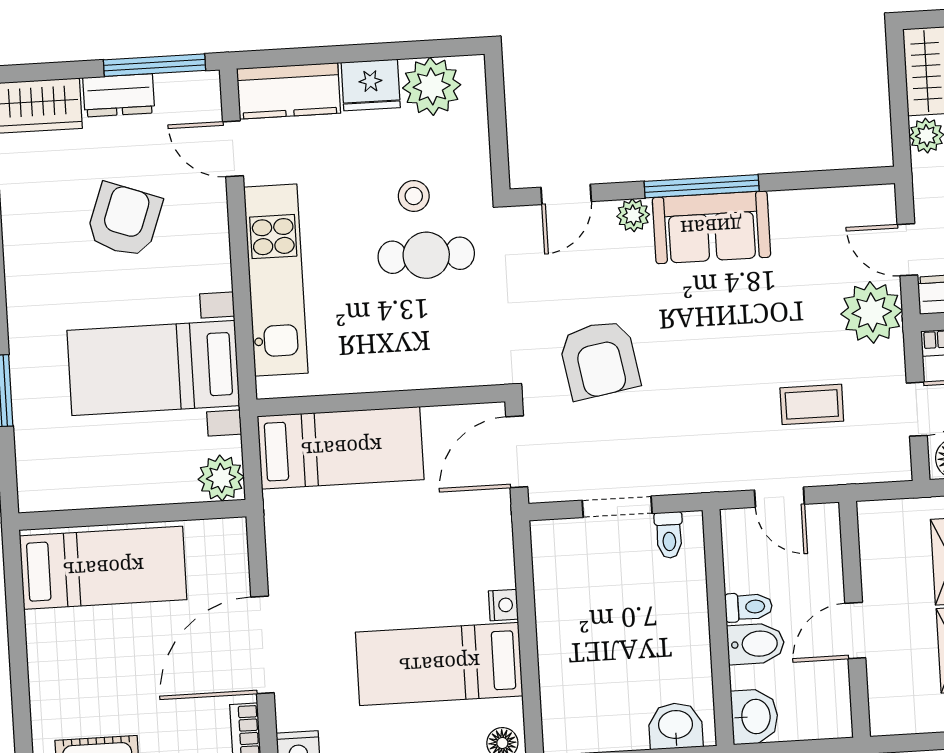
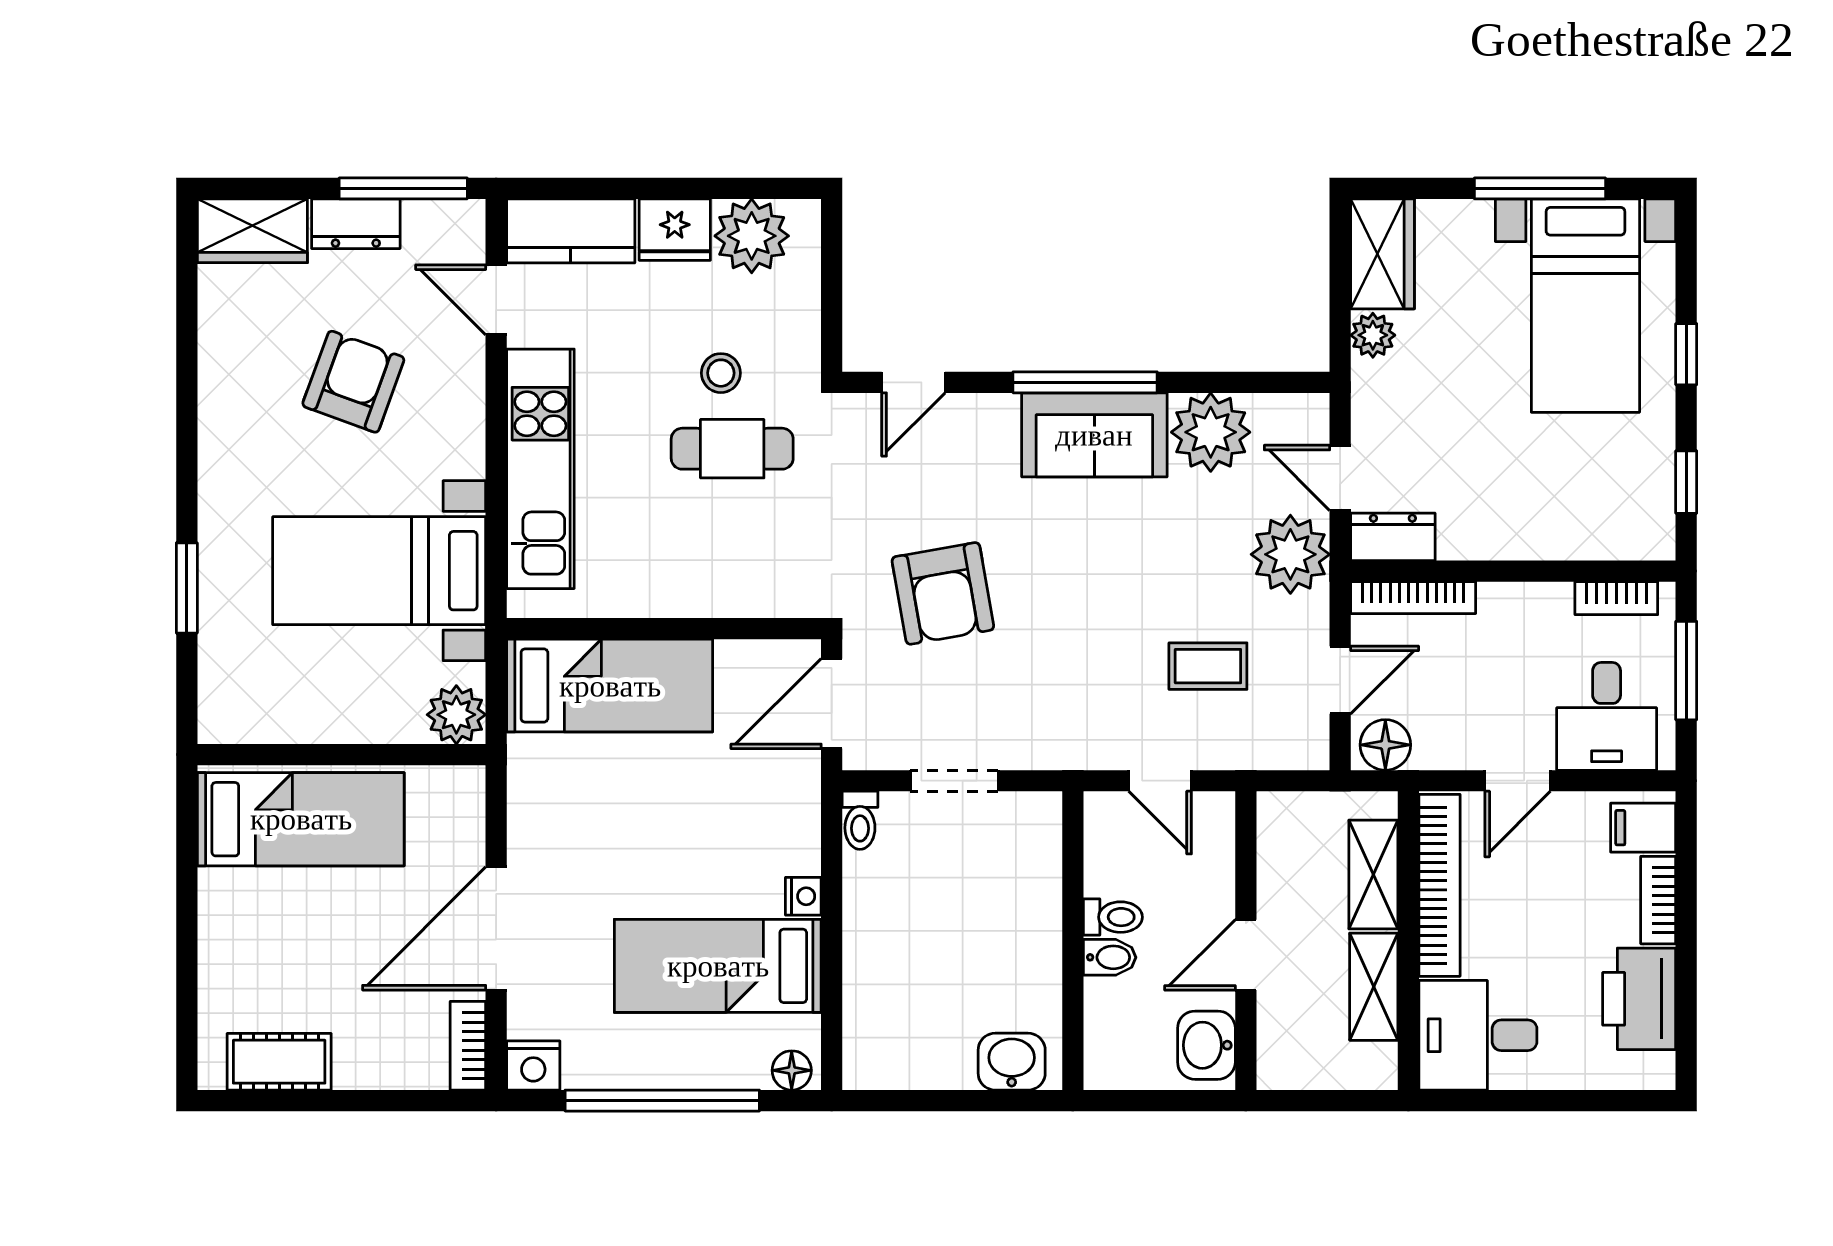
plant: (633, 215) -> (1211, 432), moved, width x1.87, depth x1.87
toilet: (669, 535) -> (860, 820), moved
bidet: (756, 644) -> (1110, 957), width x0.72, depth x0.74
washbasin: (755, 717) -> (1206, 1045), moved, turned 180

